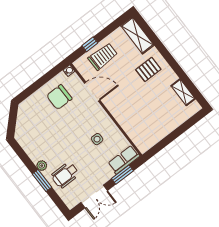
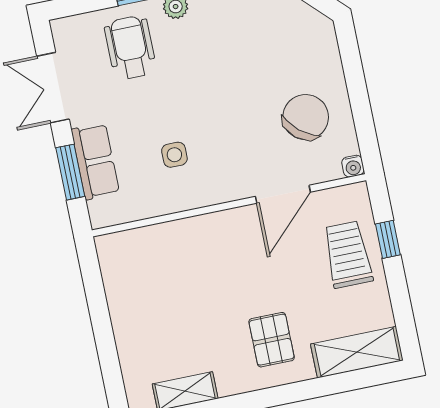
trolley: (103, 56) -> (348, 255), turned 180
chair: (59, 97) -> (306, 117), turned 40
row of seats: (124, 160) -> (95, 161), moved

